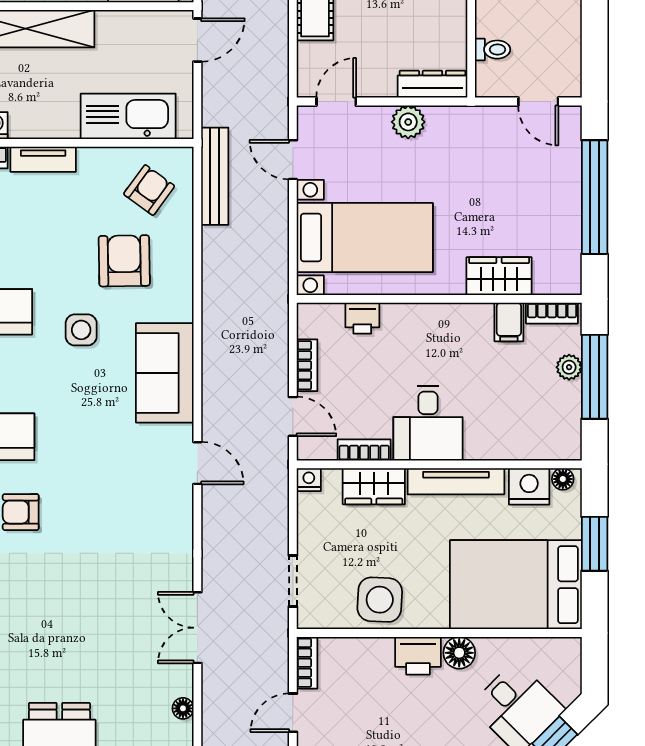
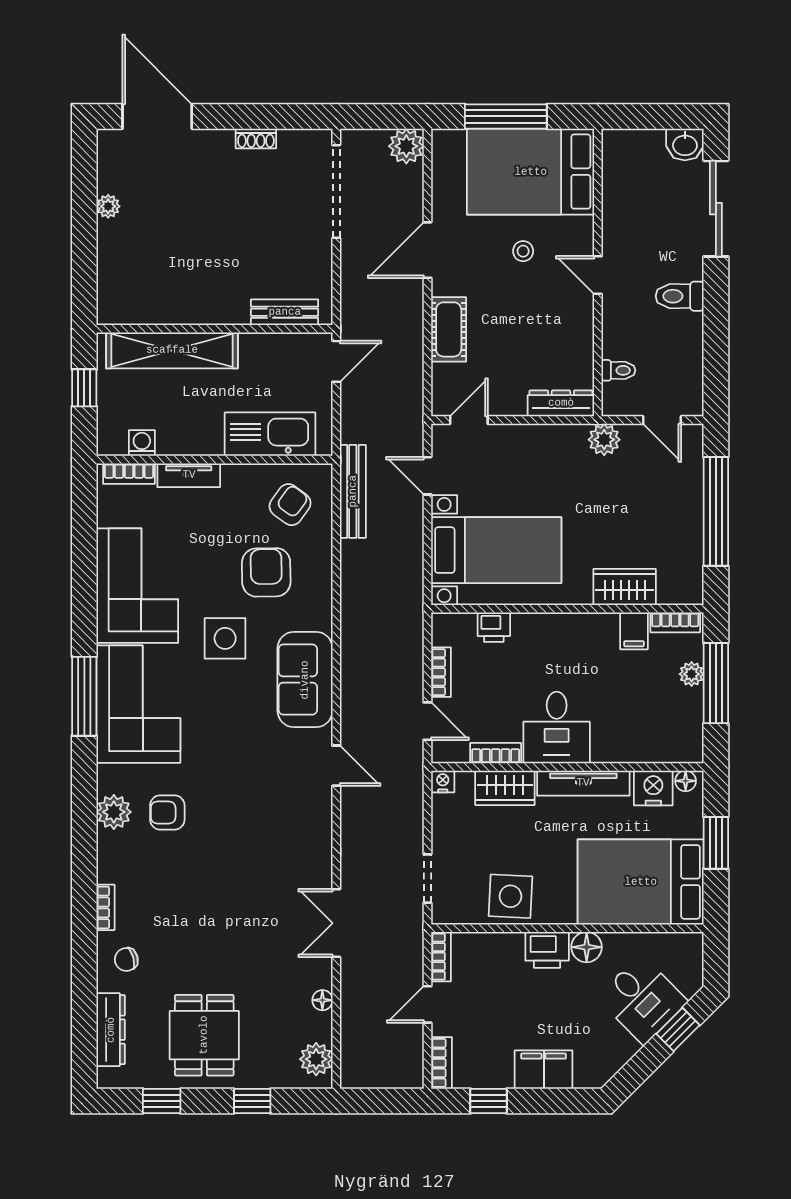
plant: (408, 122) -> (604, 440), moved
side table: (81, 330) -> (225, 638), width x1.37, depth x1.37

